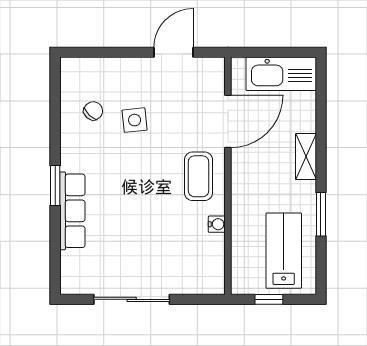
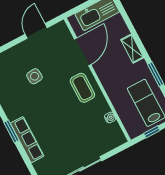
chair: (93, 111) -> (11, 83), removed
water cooler: (217, 224) -> (110, 118), moved

